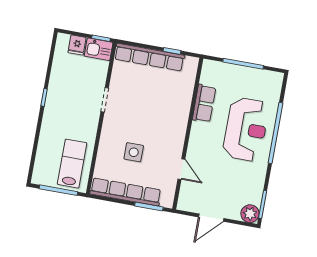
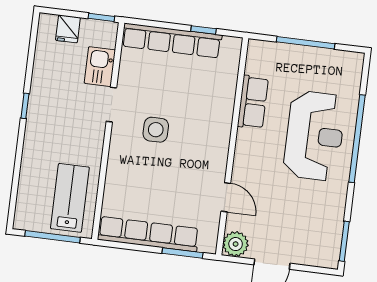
kitchen sink: (99, 49) -> (100, 67), moved, turned 90
side table: (134, 152) -> (156, 130), moved
plant: (250, 214) -> (236, 244), moved

